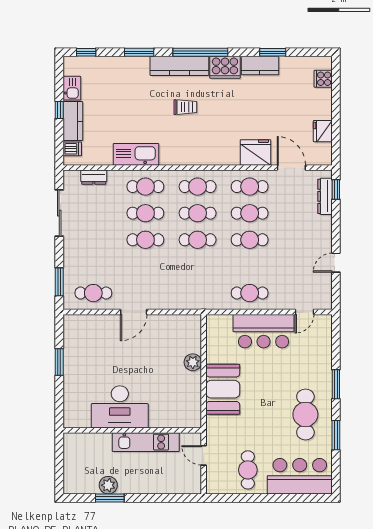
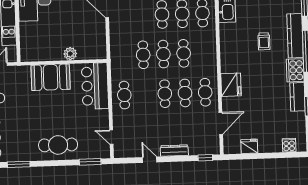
fridge: (256, 152) -> (231, 85), moved
cafe table: (198, 187) -> (143, 55), moved
dresser: (325, 196) -> (174, 151), moved
bar counter: (264, 331) -> (95, 86), moved
window: (336, 384) -> (90, 162), moved
cafe table: (305, 414) -> (58, 145), moved

